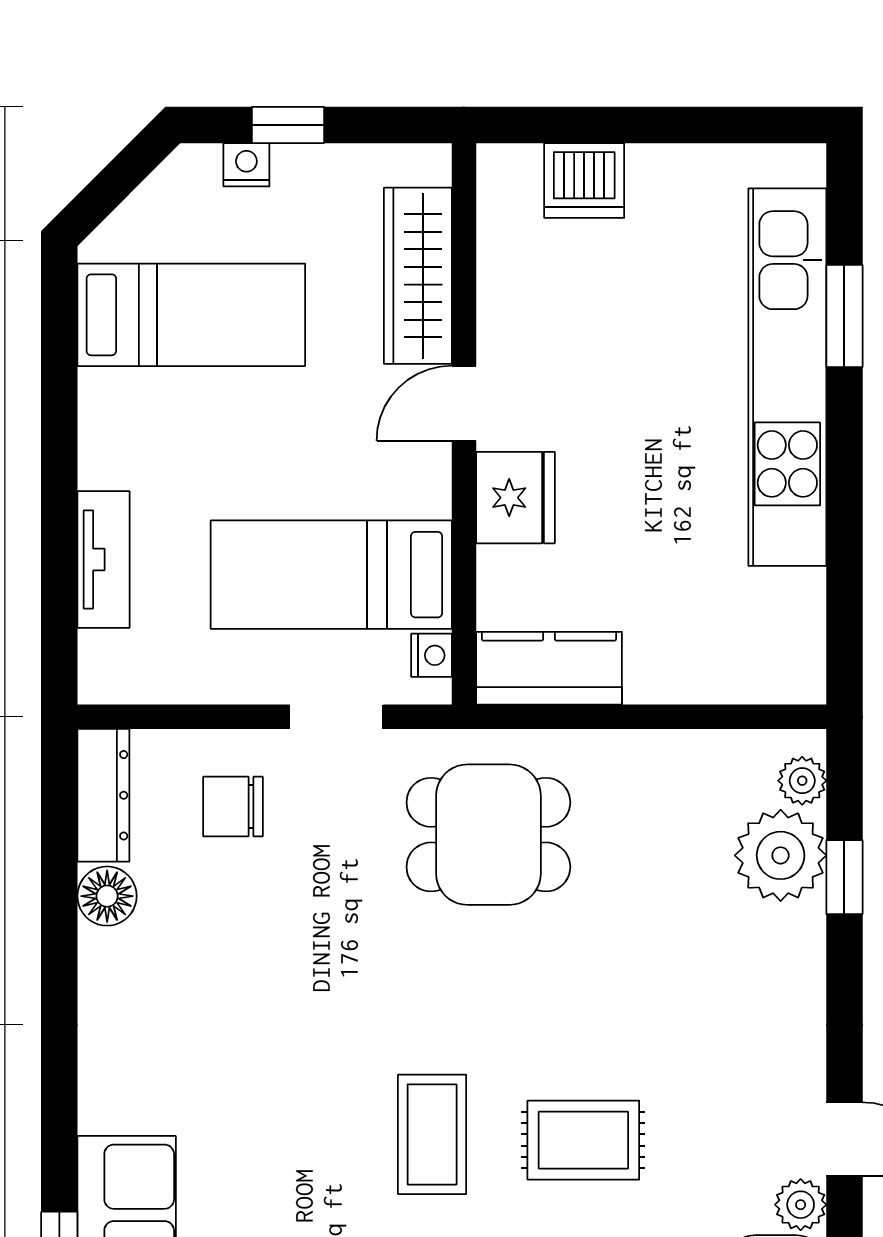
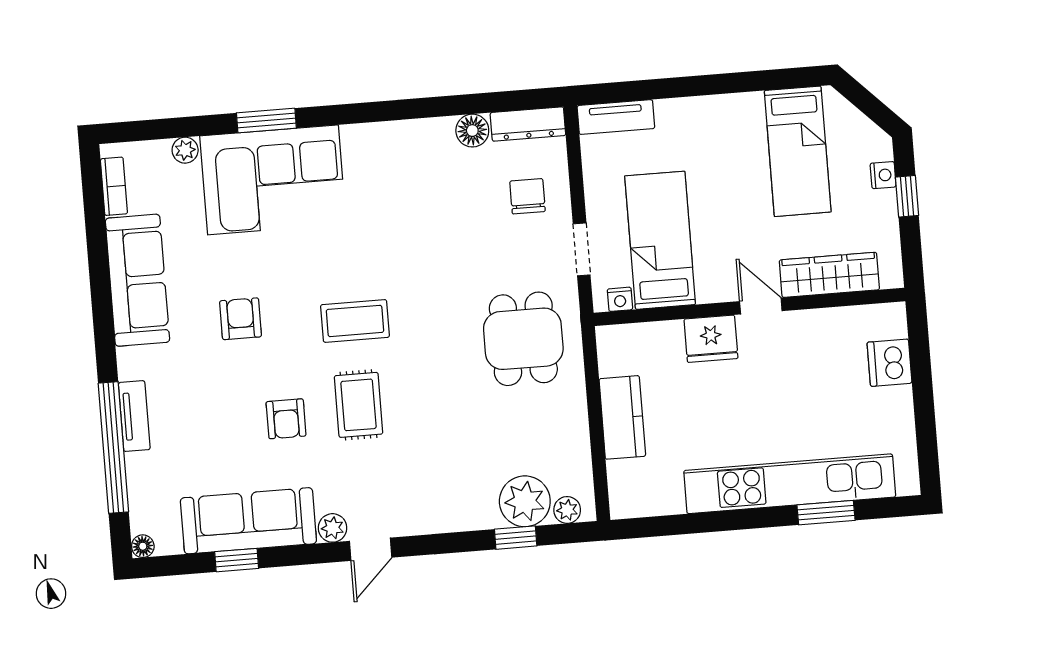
tv unit: (104, 559) -> (616, 117), moved
kitchen counter: (549, 668) -> (622, 417), moved

